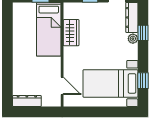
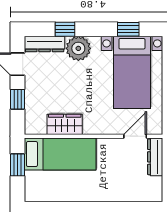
plant: (133, 39) -> (78, 48), width x1.87, depth x1.87
dresser: (27, 101) -> (155, 157), moved

